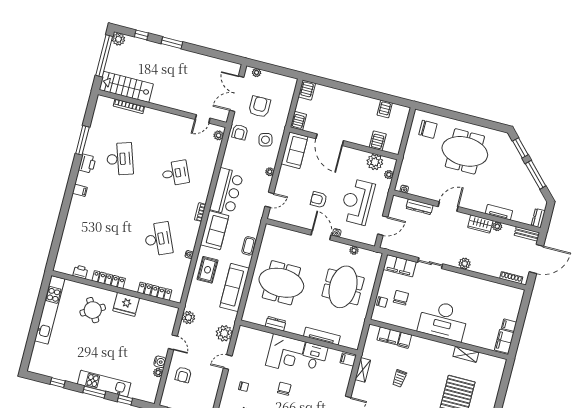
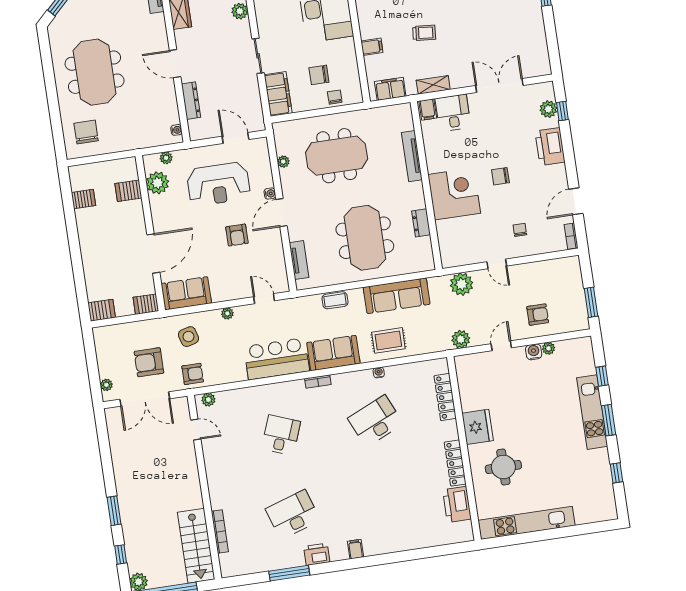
desk: (175, 173) -> (281, 435), turned 45
tv unit: (285, 233) -> (299, 260), added
printer: (80, 272) -> (457, 504), width x1.87, depth x1.48
round table: (93, 310) -> (503, 467), turned 30
filing cabinet: (389, 336) -> (390, 89), moved, turned -90
desk: (314, 356) -> (453, 113), moved, turned 90

